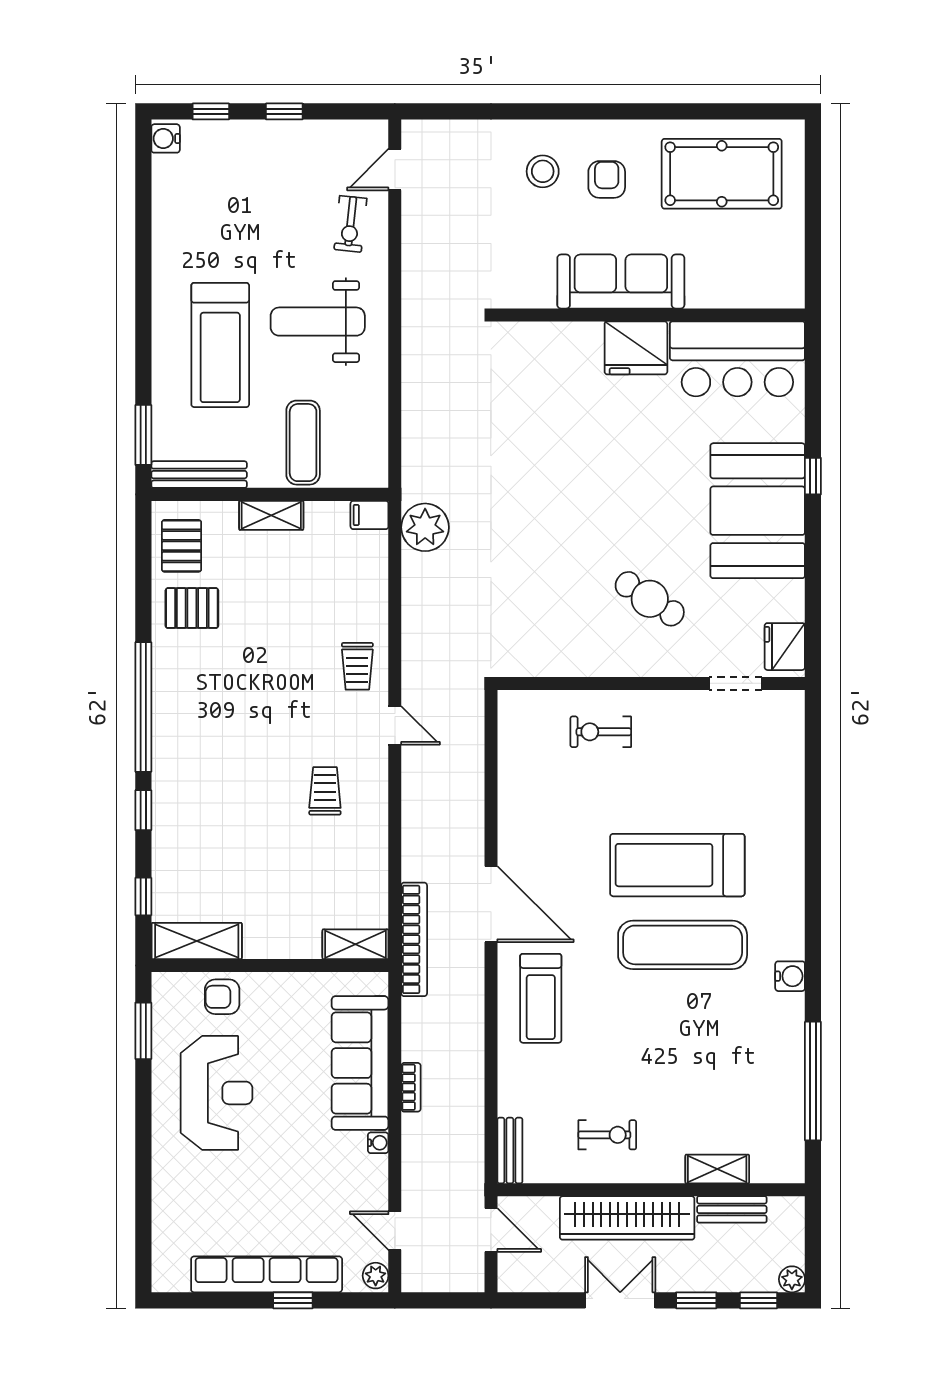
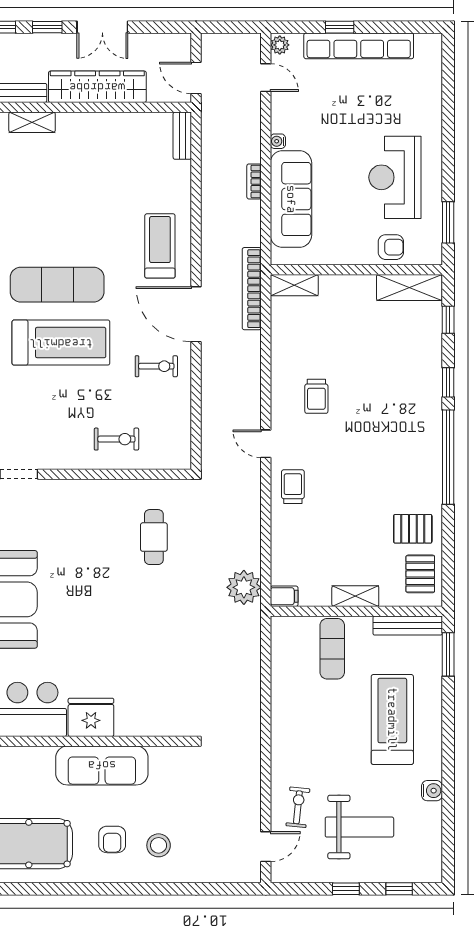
water cooler: (166, 138) -> (432, 791), moved
weight bench: (318, 322) -> (359, 827), moved
cafe table: (650, 599) -> (154, 537), moved, turned 57
exercise bike: (607, 1135) -> (156, 366), moved, turned 180

